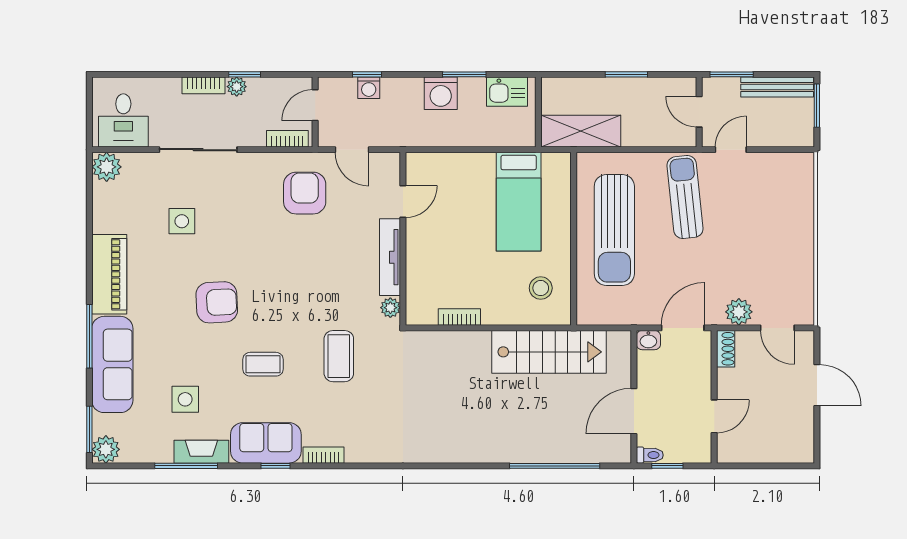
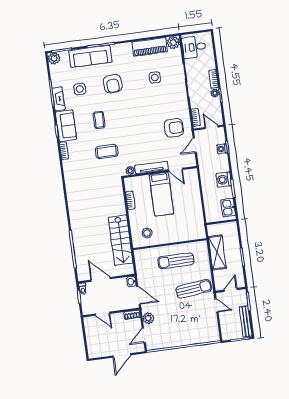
shelving: (581, 131) -> (217, 253), moved
bed: (519, 202) -> (161, 194), moved, turned -90
sun lounger: (614, 230) -> (176, 261), width x0.73, depth x0.75
piano: (109, 274) -> (150, 47), moved
armchair: (217, 302) -> (113, 84), moved

